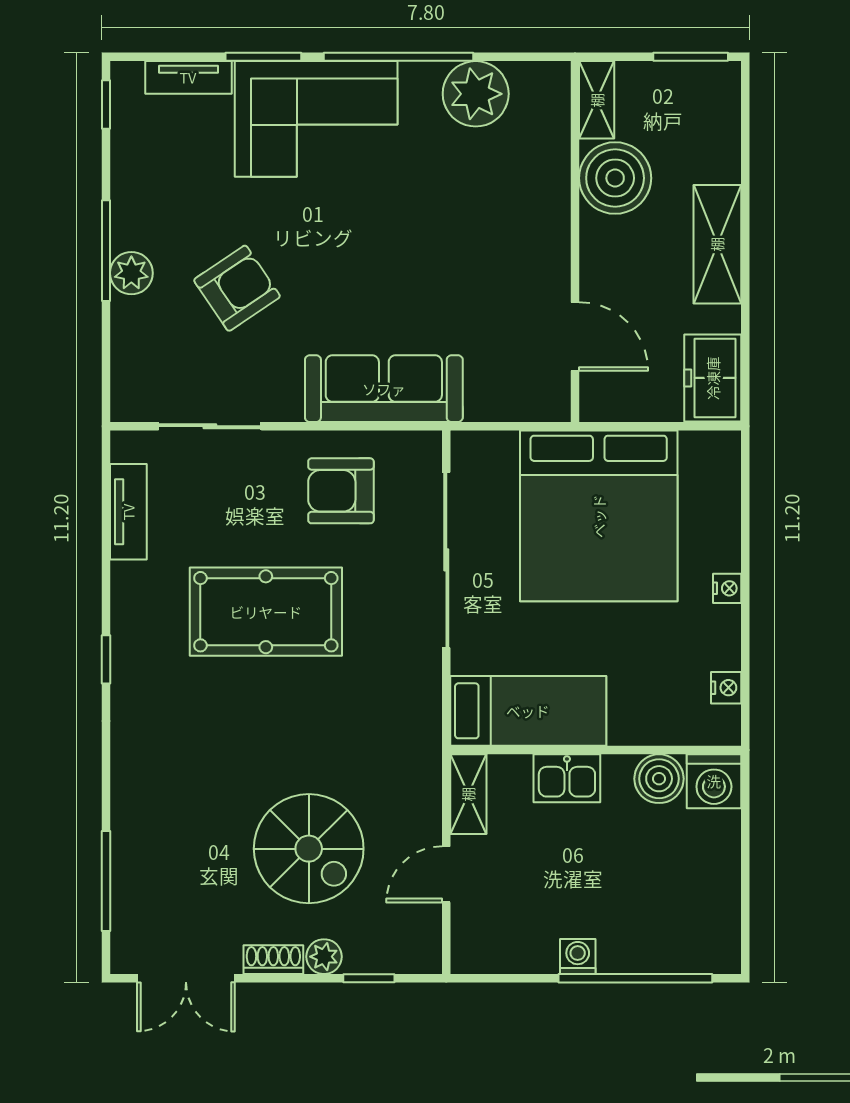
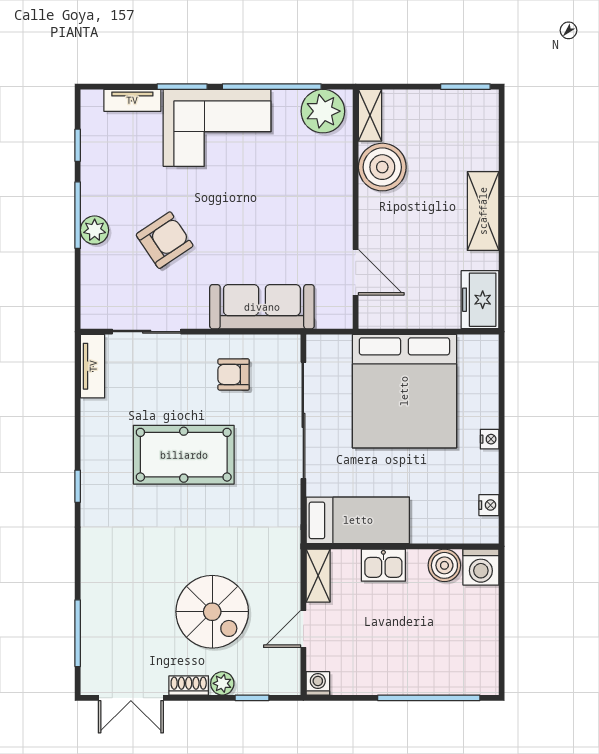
shelving: (597, 100) -> (370, 115), moved
window: (106, 105) -> (78, 145), moved
boiler: (615, 178) -> (382, 167), moved
wall: (575, 242) -> (356, 209), moved
door: (575, 337) -> (356, 272), moved
armchair: (341, 491) -> (234, 374), width x0.72, depth x0.72
tv unit: (128, 512) -> (93, 366), moved
washing machine: (578, 957) -> (318, 683), moved

